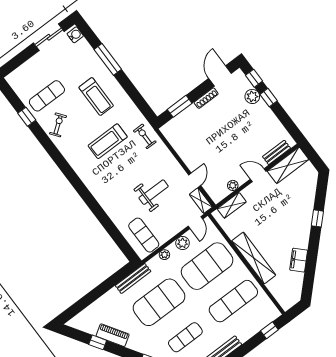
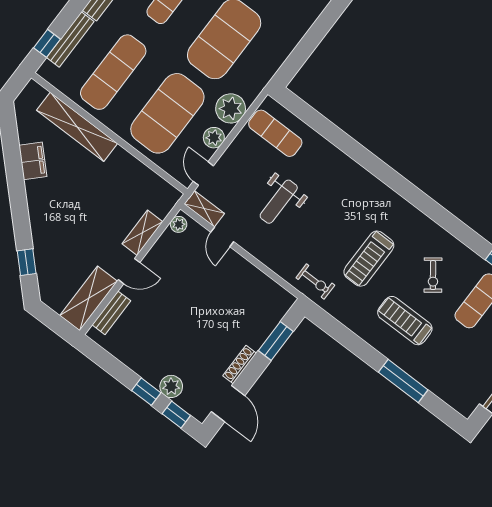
water cooler: (75, 35) -> (462, 404), removed
exercise bike: (58, 125) -> (433, 275), moved
treadmill: (108, 141) -> (369, 259), turned 180
plant: (233, 185) -> (179, 224), moved
shelving: (232, 205) -> (142, 233), moved
window: (317, 218) -> (27, 262), moved
plant: (164, 255) -> (231, 108), width x1.88, depth x1.88
shelving: (254, 258) -> (77, 127), moved
bench: (133, 278) -> (70, 39), moved

